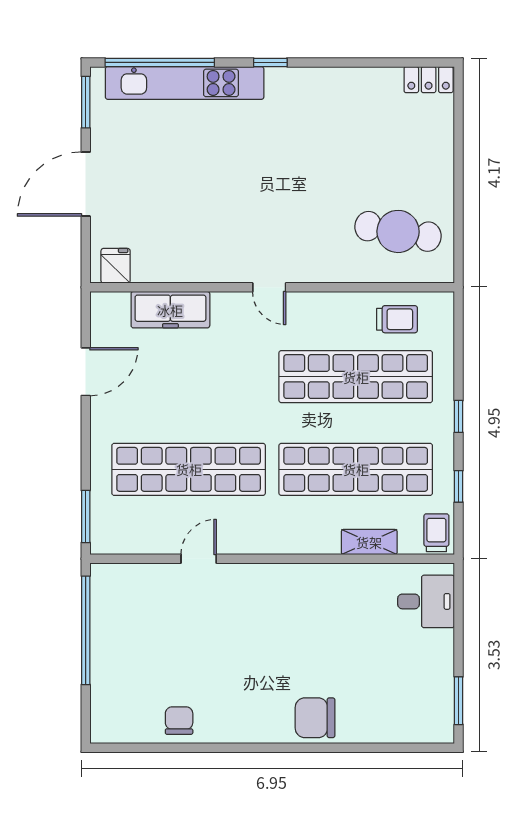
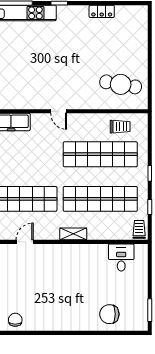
locker: (429, 80) -> (102, 11), moved
shelving: (369, 542) -> (73, 234), moved
desk: (426, 601) -> (121, 257), moved, turned -90
chair: (315, 718) -> (109, 314), moved

